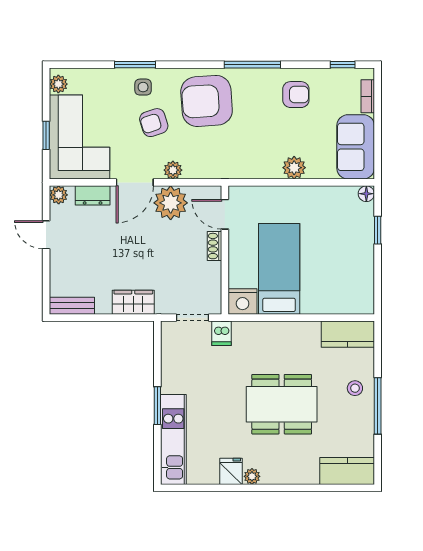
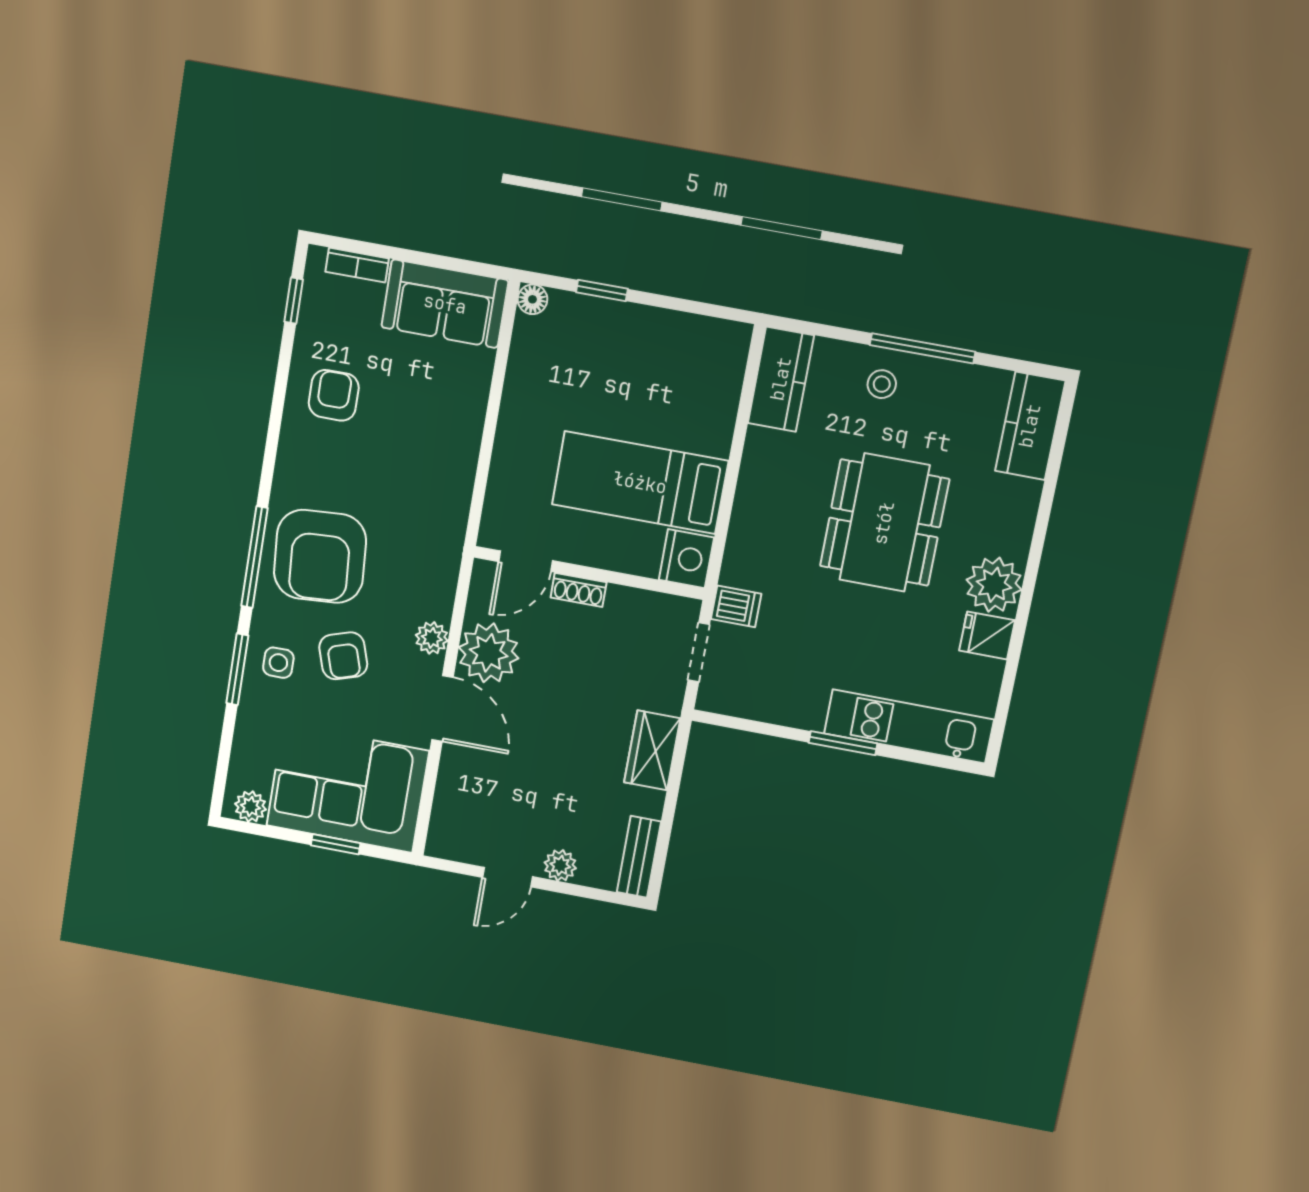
window: (252, 65) -> (254, 557), moved
plant: (294, 168) -> (464, 422), removed
plant: (59, 195) -> (560, 865), moved
dresser: (93, 195) -> (453, 785), removed
plant: (252, 476) -> (994, 585), width x1.88, depth x1.88

